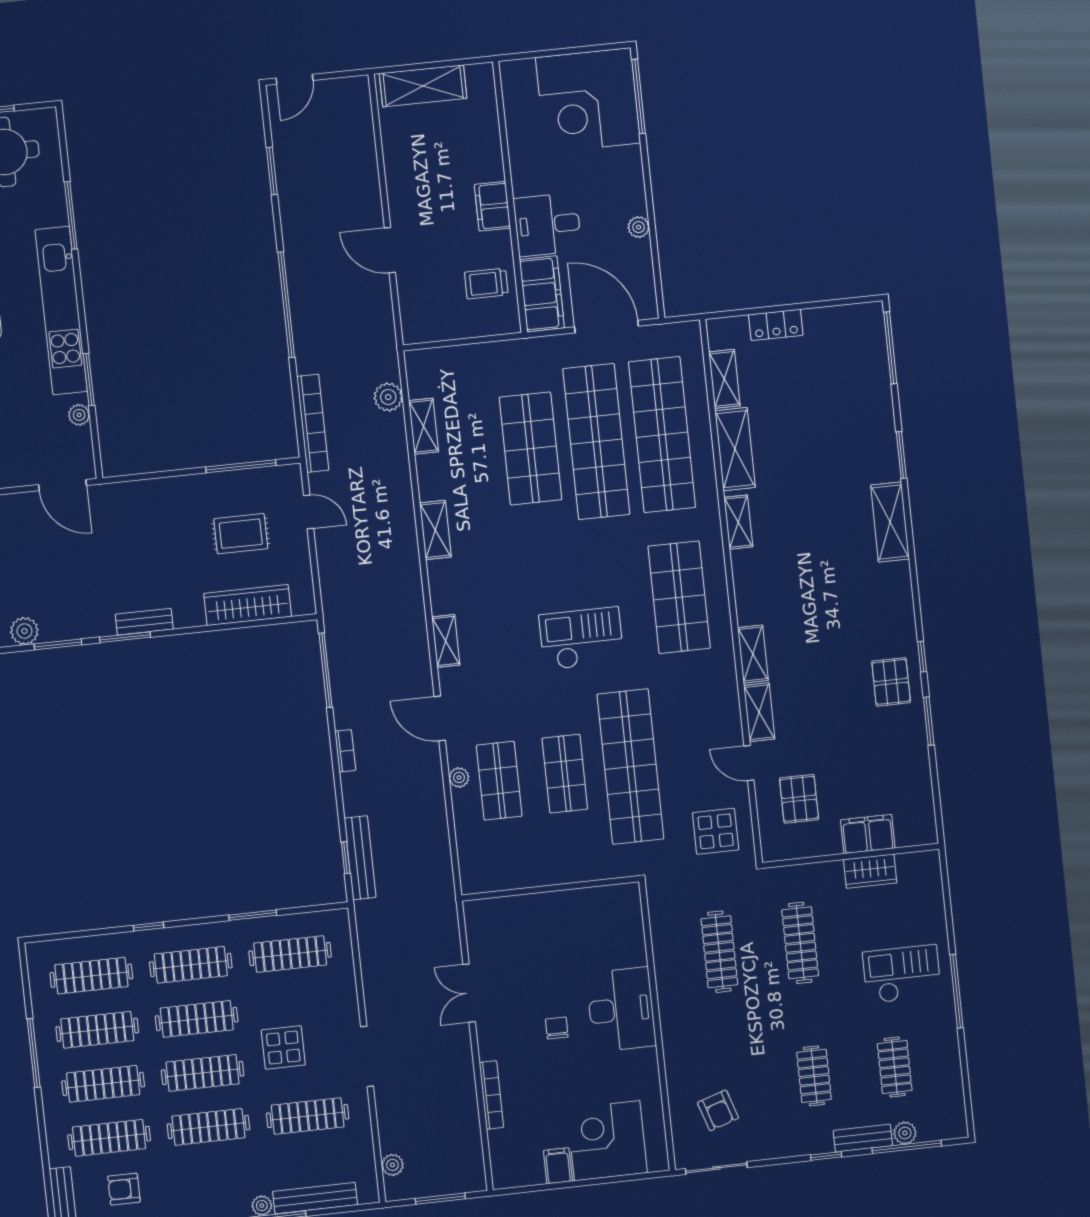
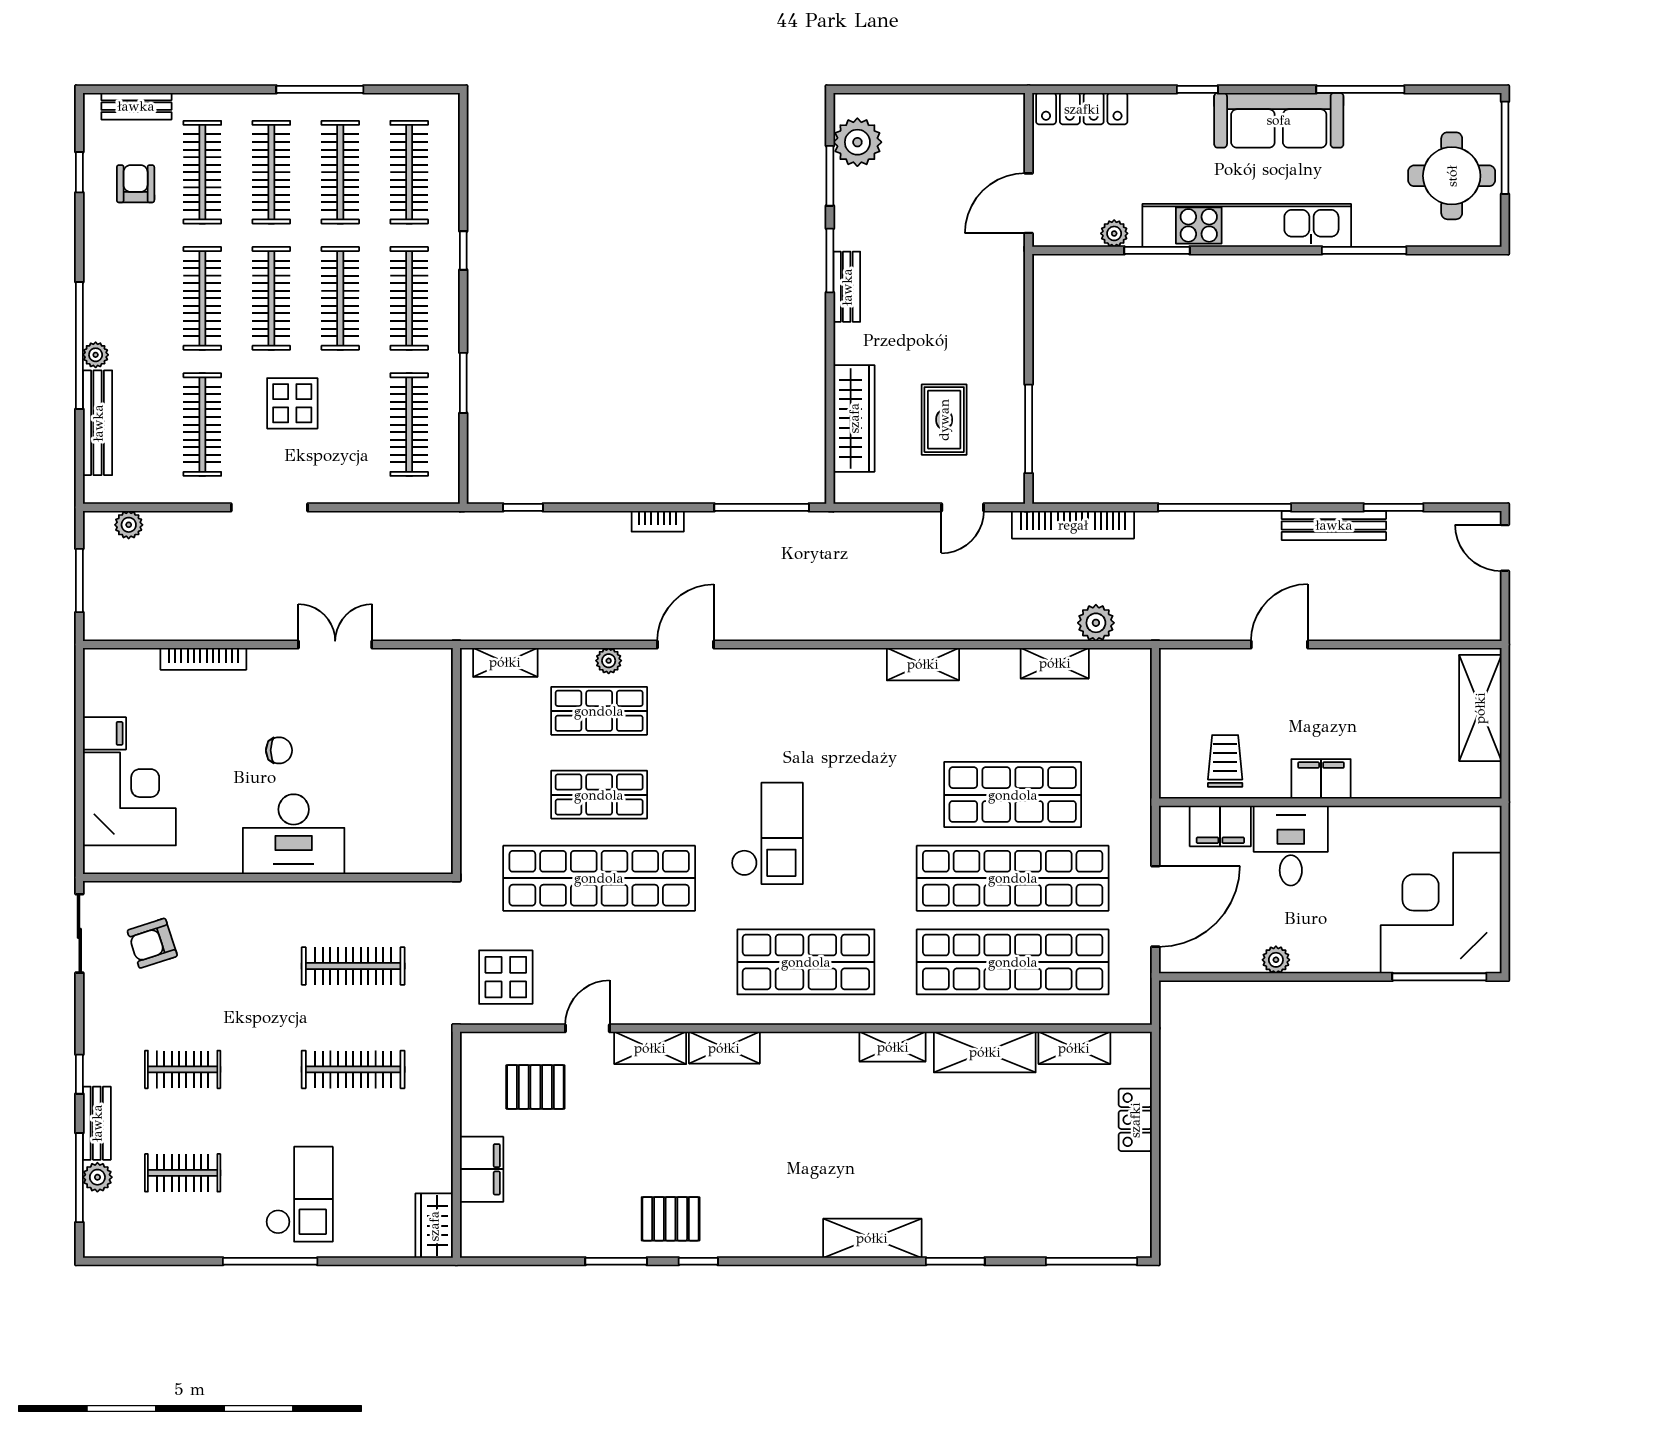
filing cabinet: (542, 294) -> (1220, 826), width x0.67, depth x0.86
plant: (24, 631) -> (857, 142), width x1.36, depth x1.36
shelving: (446, 641) -> (505, 662), moved
bench: (360, 858) -> (1334, 525), moved
wardrobe: (870, 871) -> (434, 1226), moved

